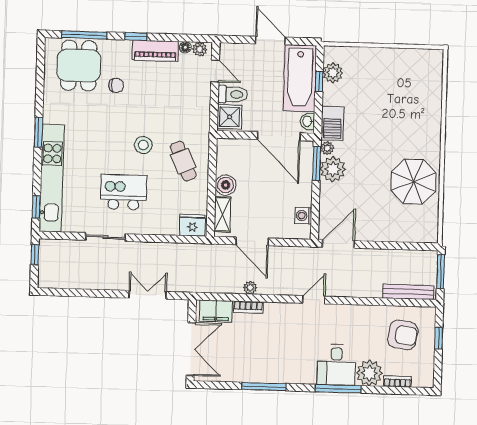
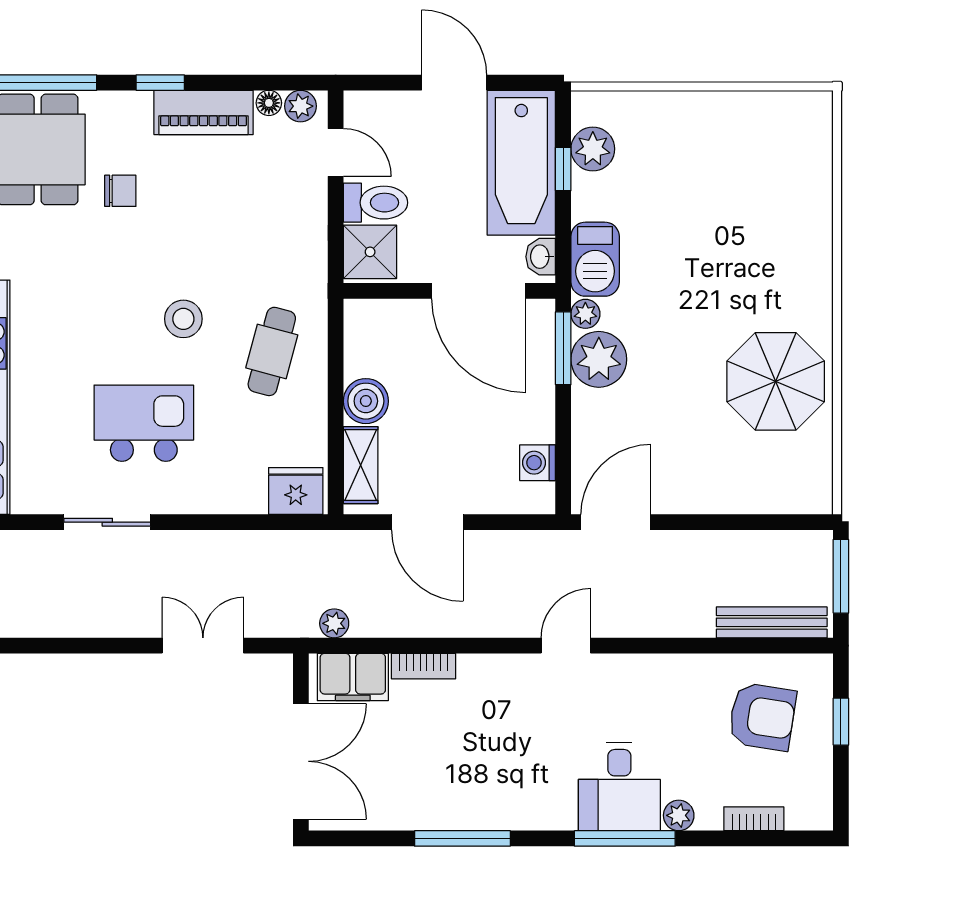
cafe table: (183, 161) -> (272, 351), turned 39
plant: (250, 288) -> (334, 623), moved
plant: (369, 373) -> (679, 815), width x0.53, depth x0.53

